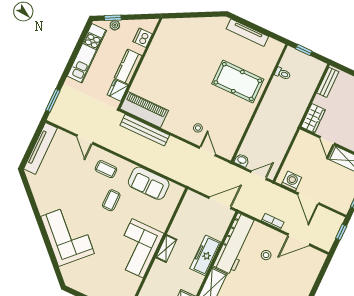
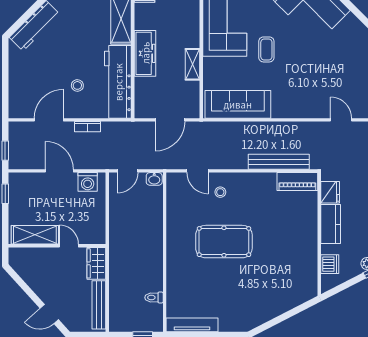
tv unit: (247, 33) -> (192, 325), moved
pool table: (238, 82) -> (224, 242), moved
bench: (328, 82) -> (99, 305), width x1.36
piano: (144, 110) -> (297, 182), width x0.73, depth x0.75
coffee table: (106, 169) -> (302, 98), removed
sofa: (149, 183) -> (238, 104), width x1.36
coffee table: (111, 200) -> (266, 49), moved
door: (220, 203) -> (170, 120), moved
shelving: (166, 249) -> (193, 64), moved

